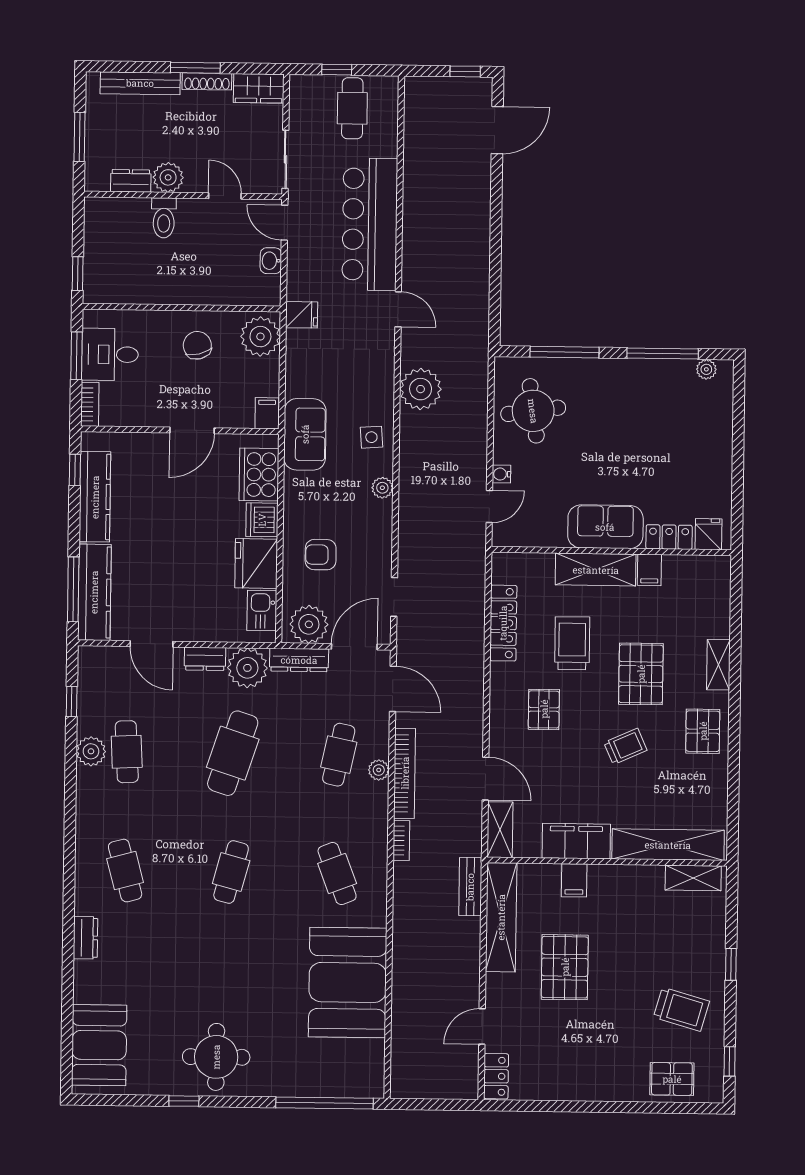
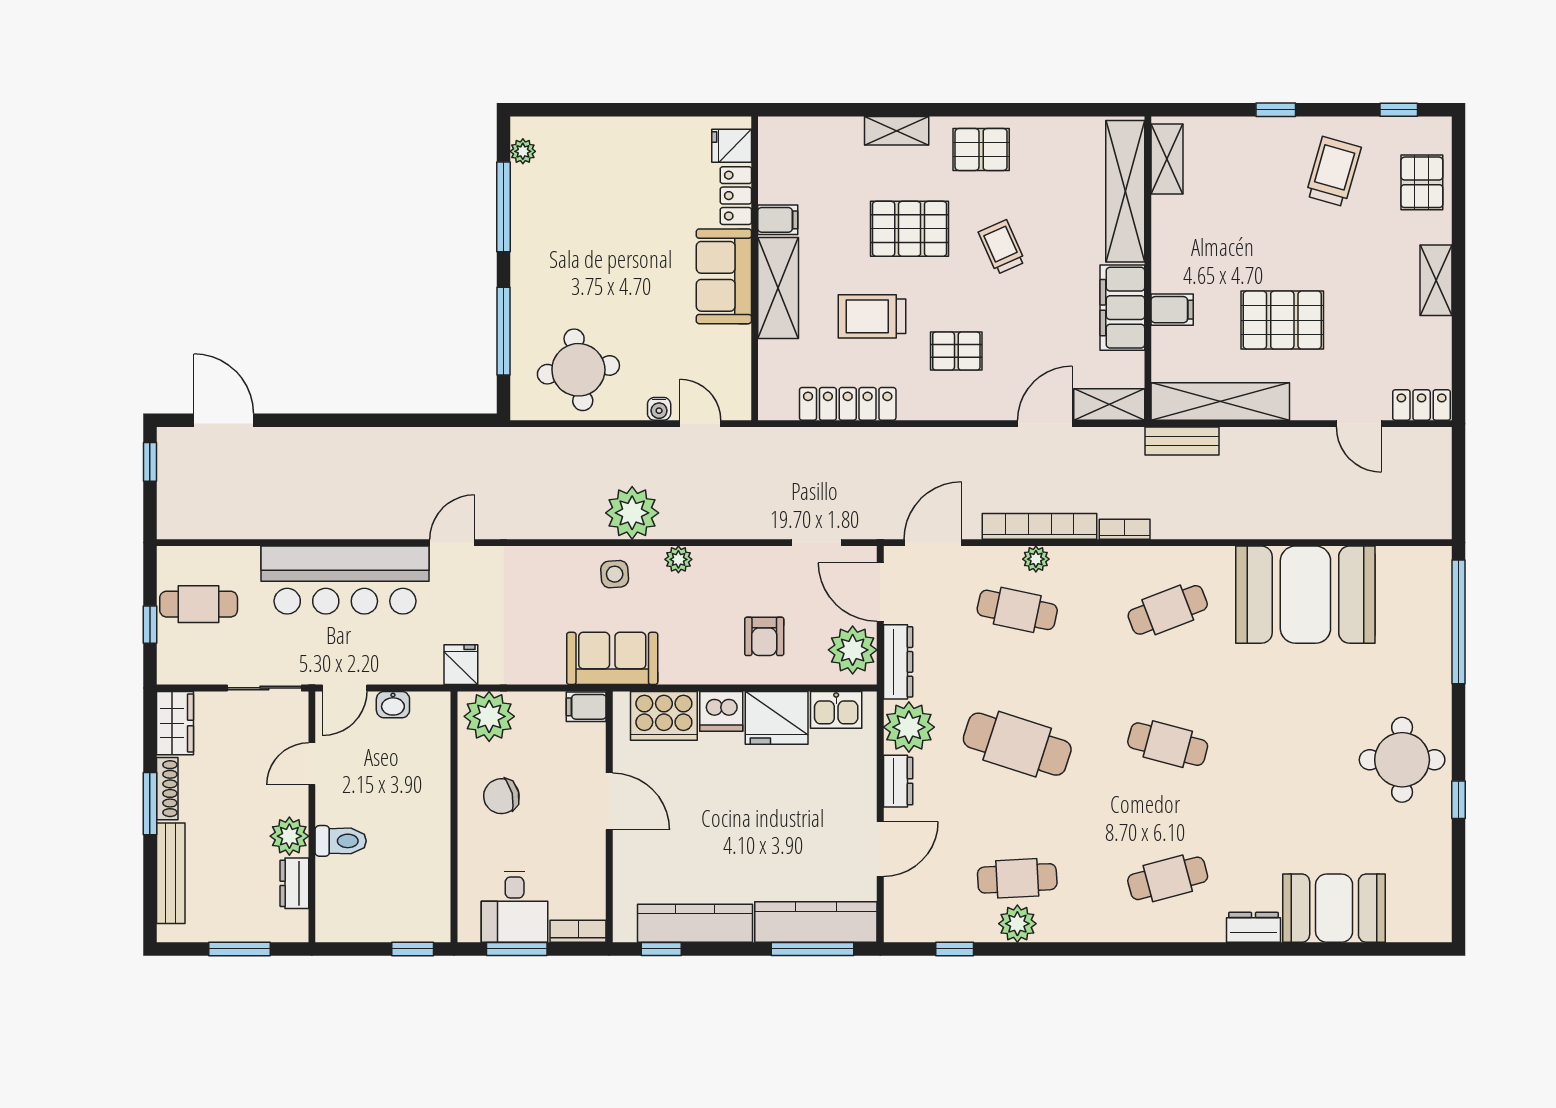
plant: (421, 389) -> (632, 513), moved
booth: (99, 1045) -> (1334, 908), moved
shelving: (594, 1089) -> (1436, 280), added

